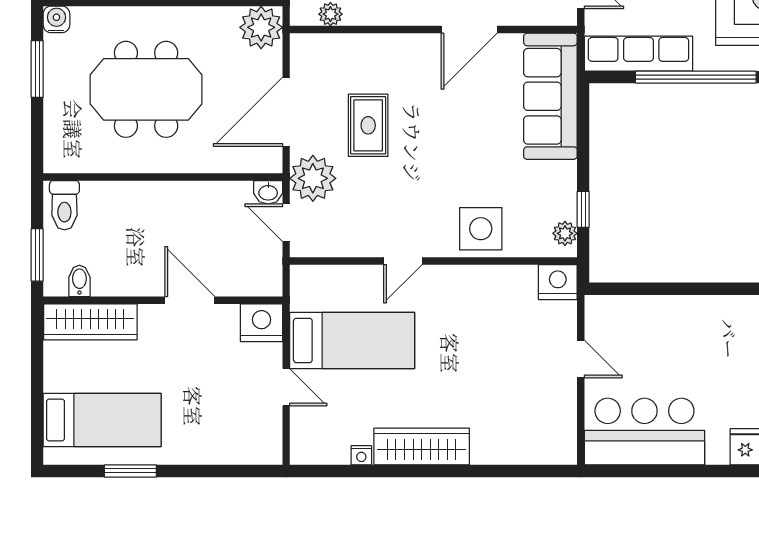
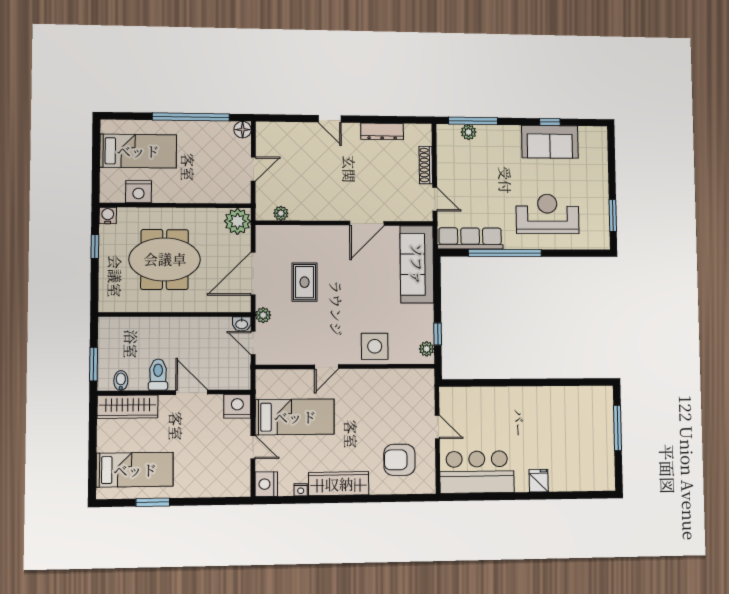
window: (37, 69) -> (95, 246), width x0.67
plant: (313, 178) -> (263, 315), width x0.53, depth x0.53
toilet: (64, 205) -> (158, 375), moved, turned 180
nightstand: (558, 282) -> (266, 484), moved, turned -90
armchair: (519, 410) -> (399, 460), added

